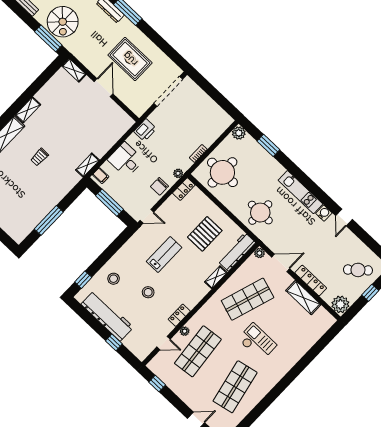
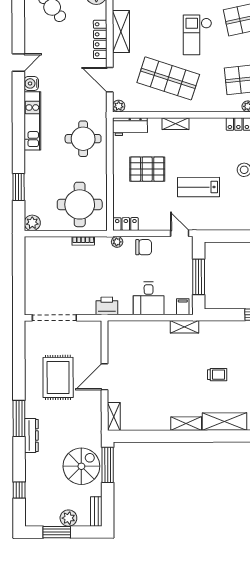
workbench: (237, 252) -> (130, 127), width x0.73

